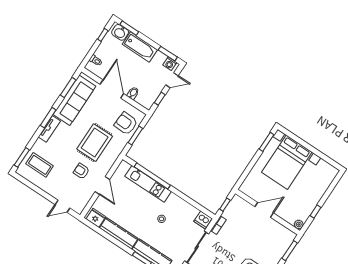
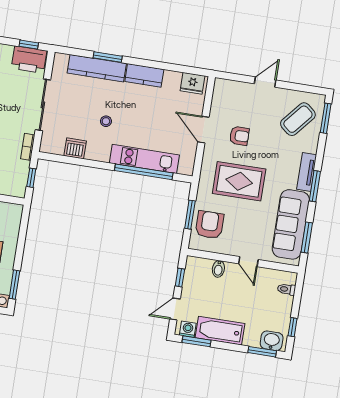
bathtub: (140, 47) -> (220, 331), moved
door: (112, 89) -> (248, 262), width x0.53
armchair: (126, 123) -> (210, 225), turned -93
rug: (95, 143) -> (239, 181), turned 90
coffee table: (40, 165) -> (298, 119), turned -50
door: (62, 206) -> (265, 82), moved
dishwasher: (203, 220) -> (75, 148), moved
kitchen counter: (119, 233) -> (144, 75), width x0.67

